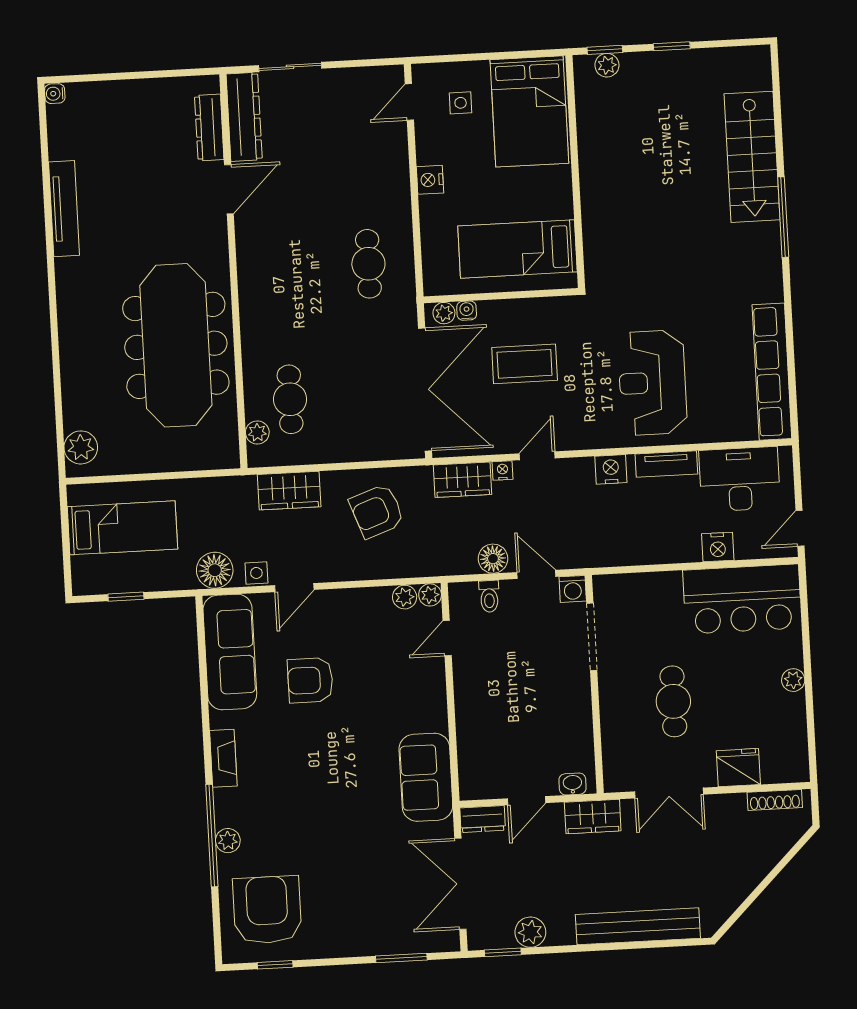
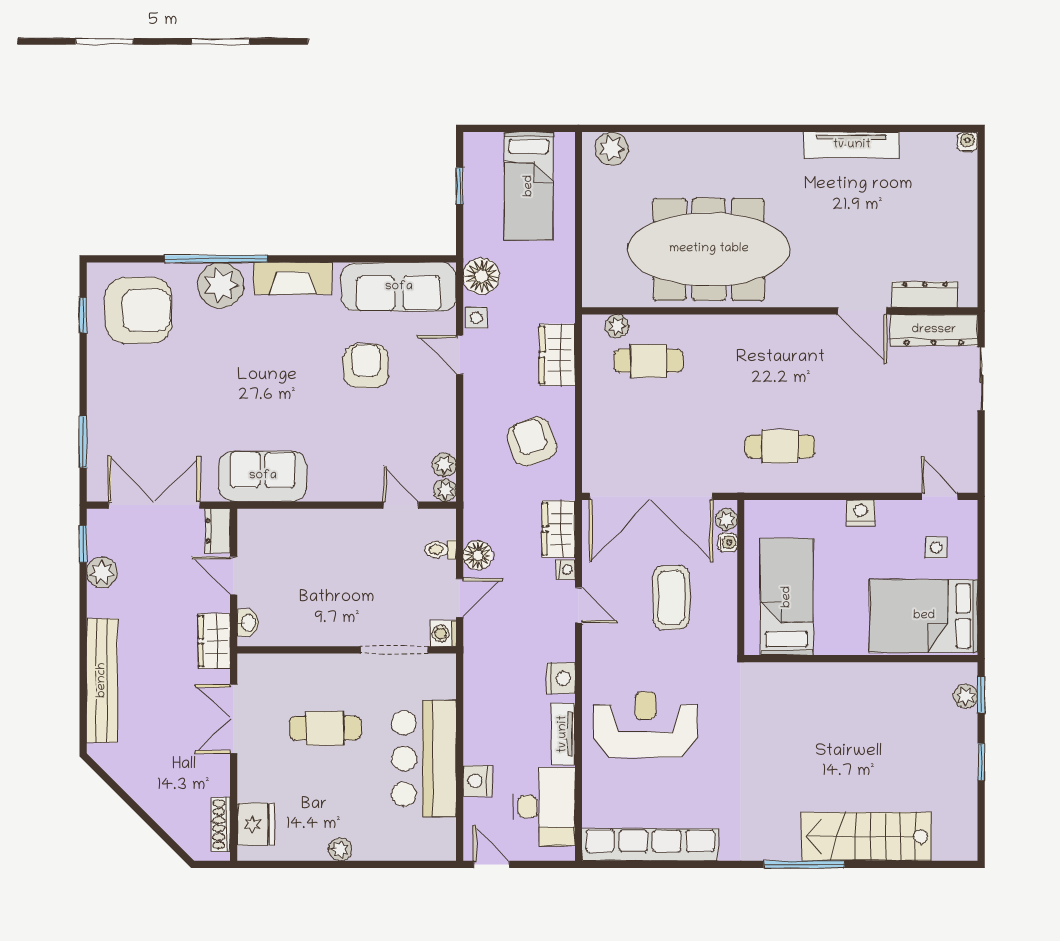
bar counter: (742, 599) -> (424, 759), moved
fireplace: (223, 758) -> (293, 278), width x1.37, depth x1.32
fridge: (738, 768) -> (255, 824), moved
plant: (228, 841) -> (221, 285), width x1.88, depth x1.88

